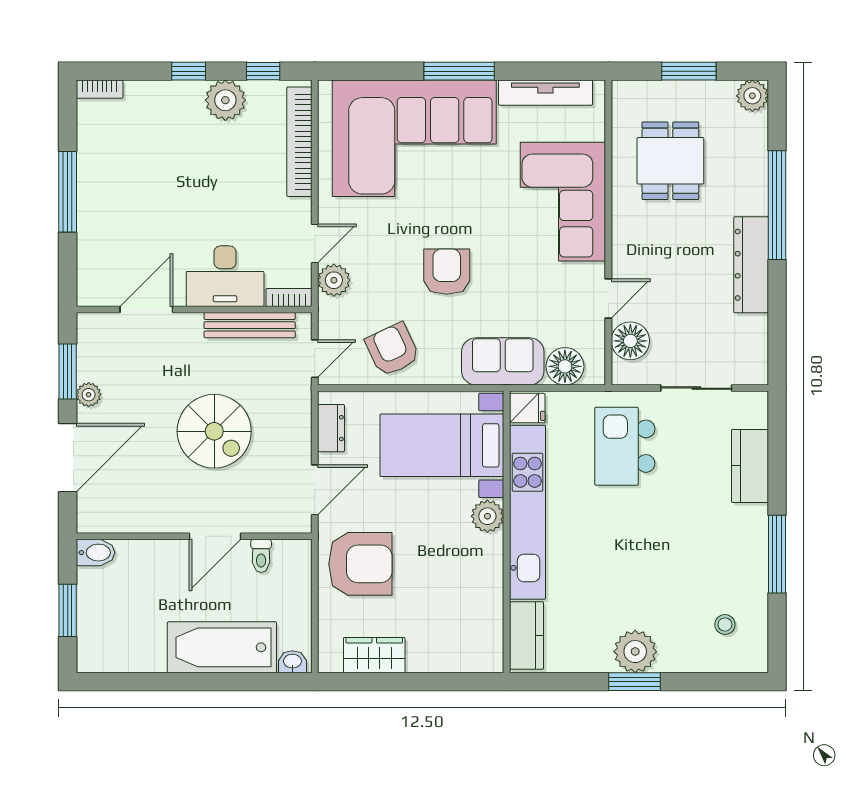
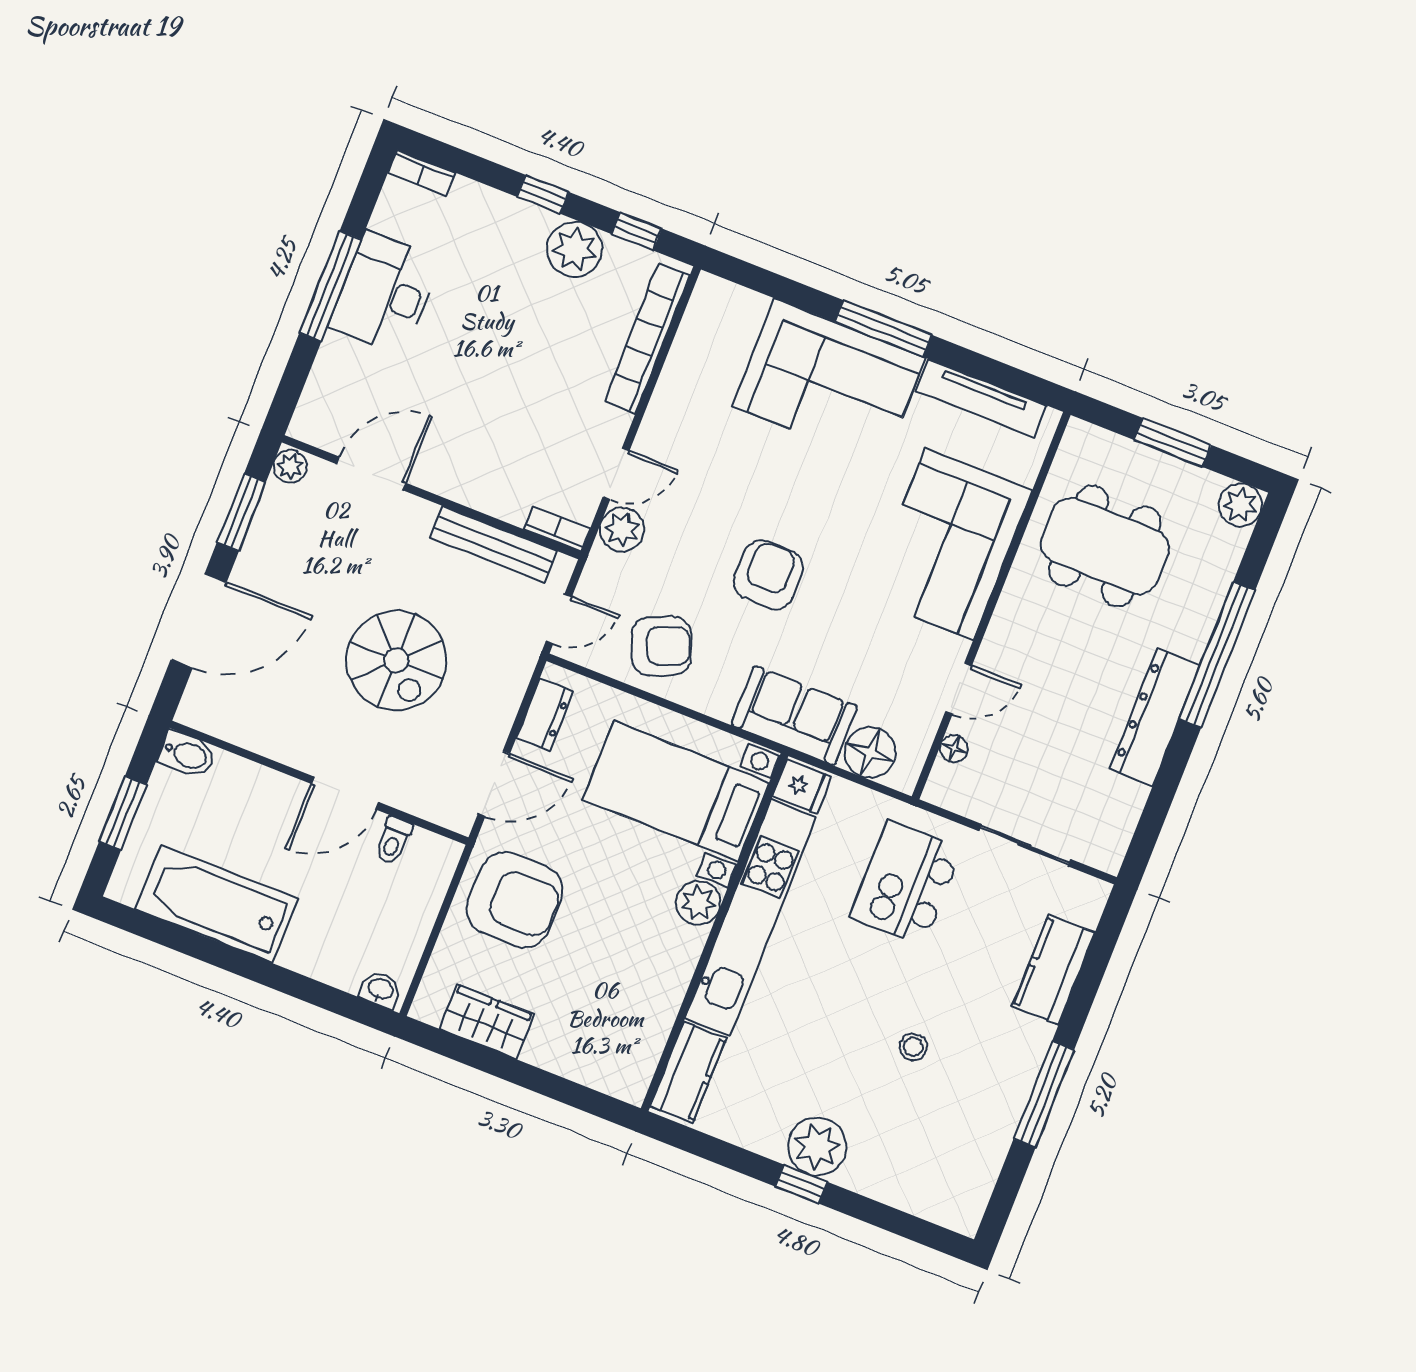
corner sofa: (414, 138) -> (829, 382), width x0.73, depth x0.74
dining table: (670, 161) -> (1105, 546), width x1.38
desk: (225, 276) -> (385, 293), moved, turned 90
floor lamp: (630, 341) -> (954, 749), width x0.53, depth x0.53
armchair: (392, 350) -> (661, 646), turned 93
plant: (89, 395) -> (290, 466), moved
stool: (725, 624) -> (913, 1047), moved
bathtub: (222, 647) -> (217, 904), moved
window: (635, 682) -> (801, 1184), width x0.67

